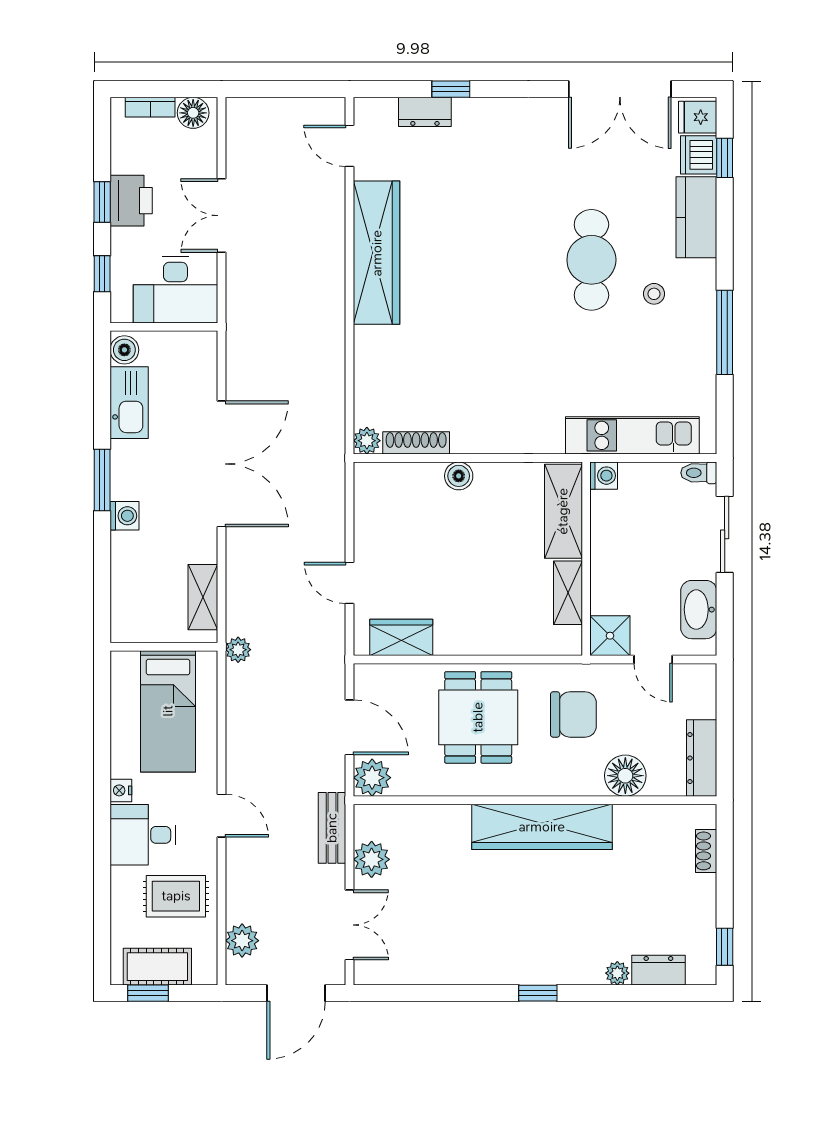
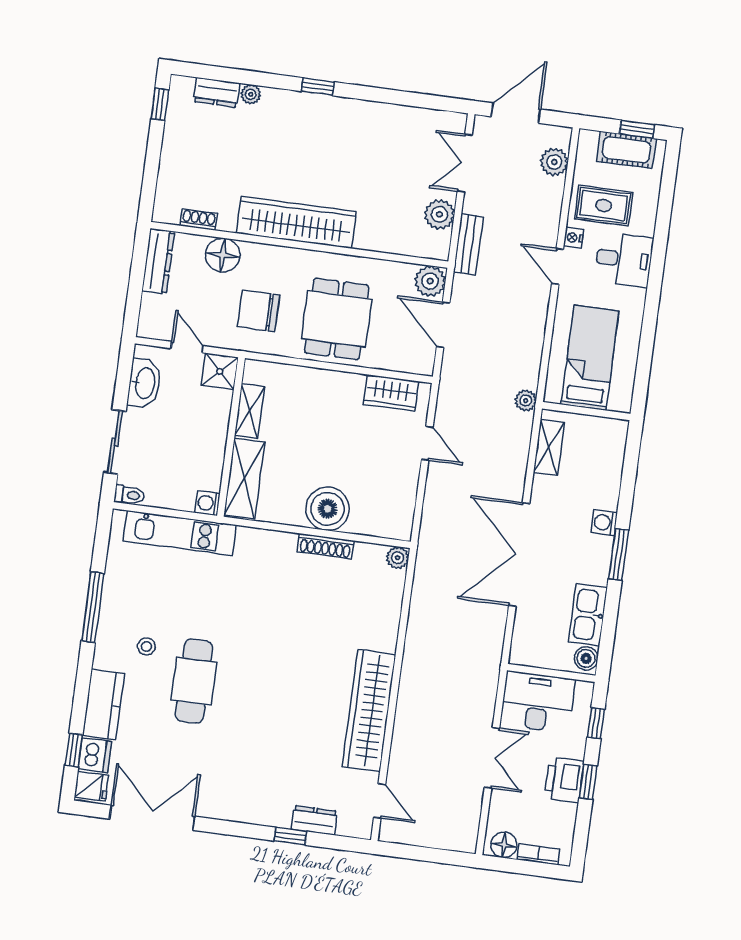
shoe rack: (416, 443) -> (325, 546), moved
boiler: (459, 476) -> (328, 509), width x1.86, depth x1.86
nightstand: (121, 790) -> (573, 238), moved, turned 180
shoe rack: (706, 851) -> (199, 220), moved, turned -90

